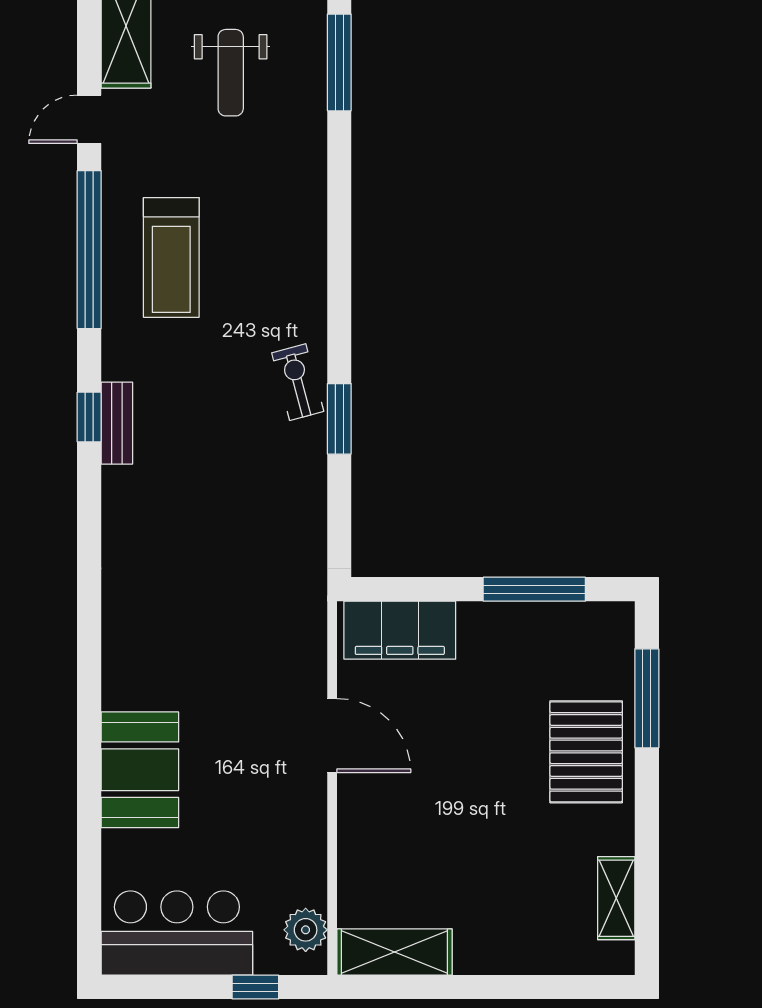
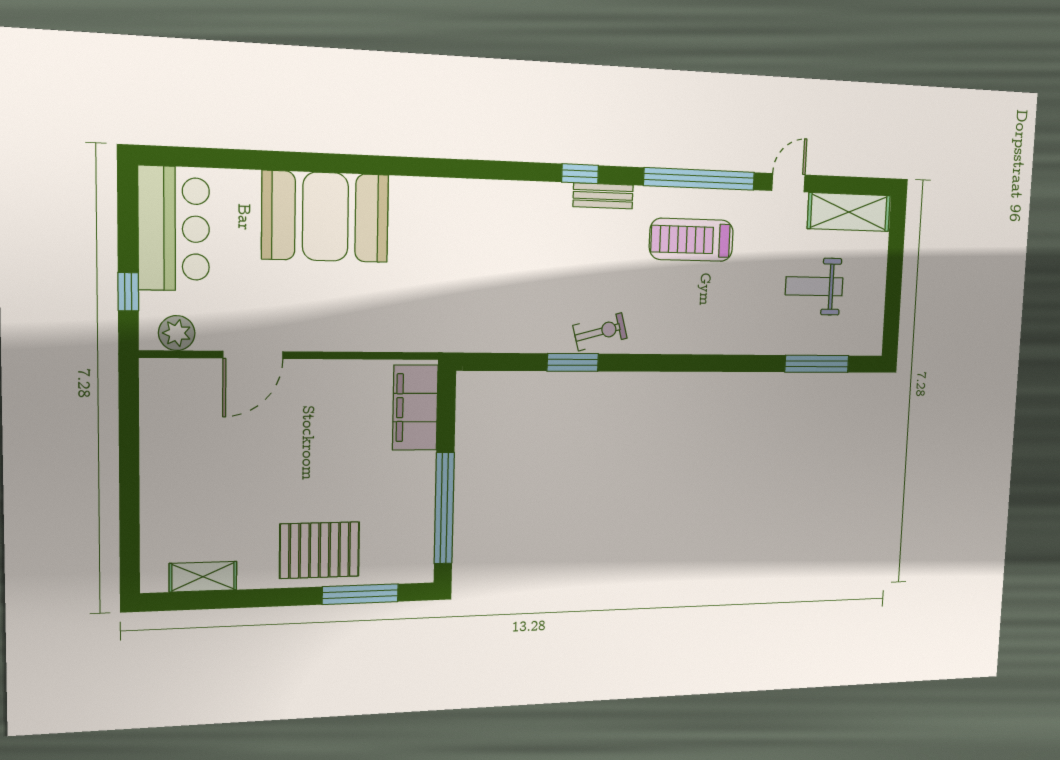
door: (89, 119) -> (788, 183), hinge flipped
bench: (117, 423) -> (603, 196), moved
window: (534, 589) -> (444, 508), width x1.46
door: (332, 736) -> (253, 355), moved
booth: (140, 770) -> (325, 217), width x1.36, depth x1.42
shelving: (394, 952) -> (158, 404), removed

